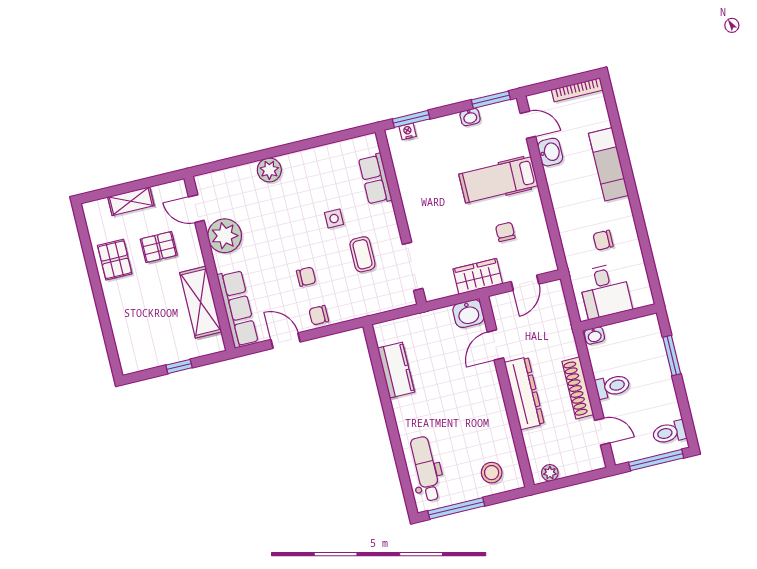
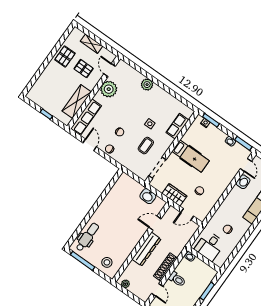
hospital bed: (498, 180) -> (190, 156), moved, turned 180
washbasin: (468, 314) -> (148, 196), moved
kitchen counter: (396, 370) -> (114, 195), removed

